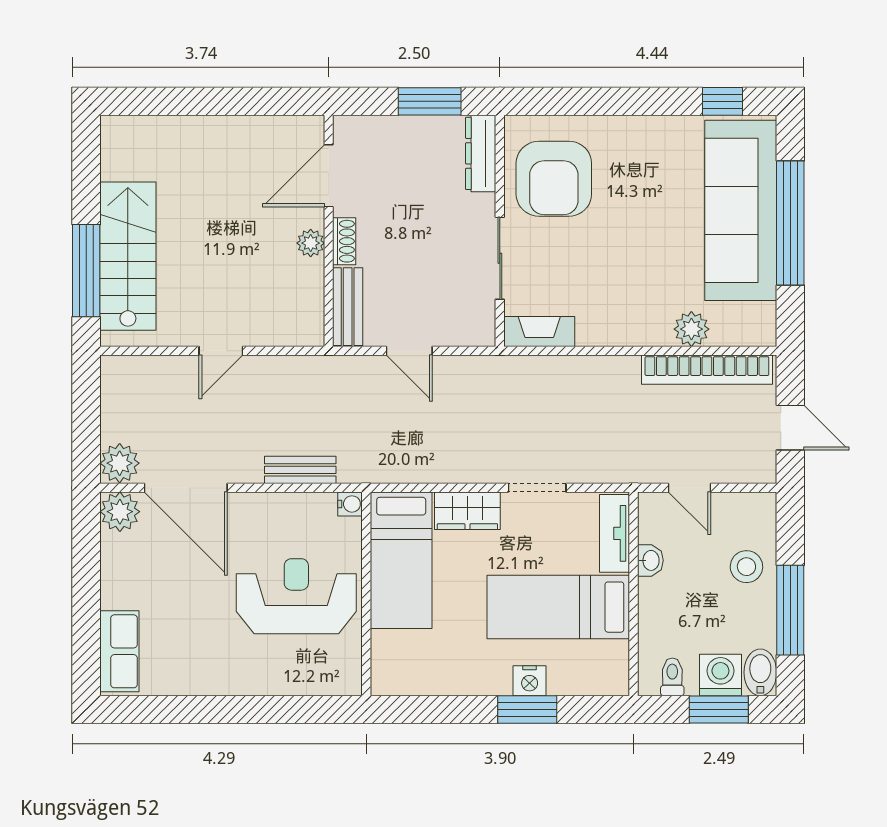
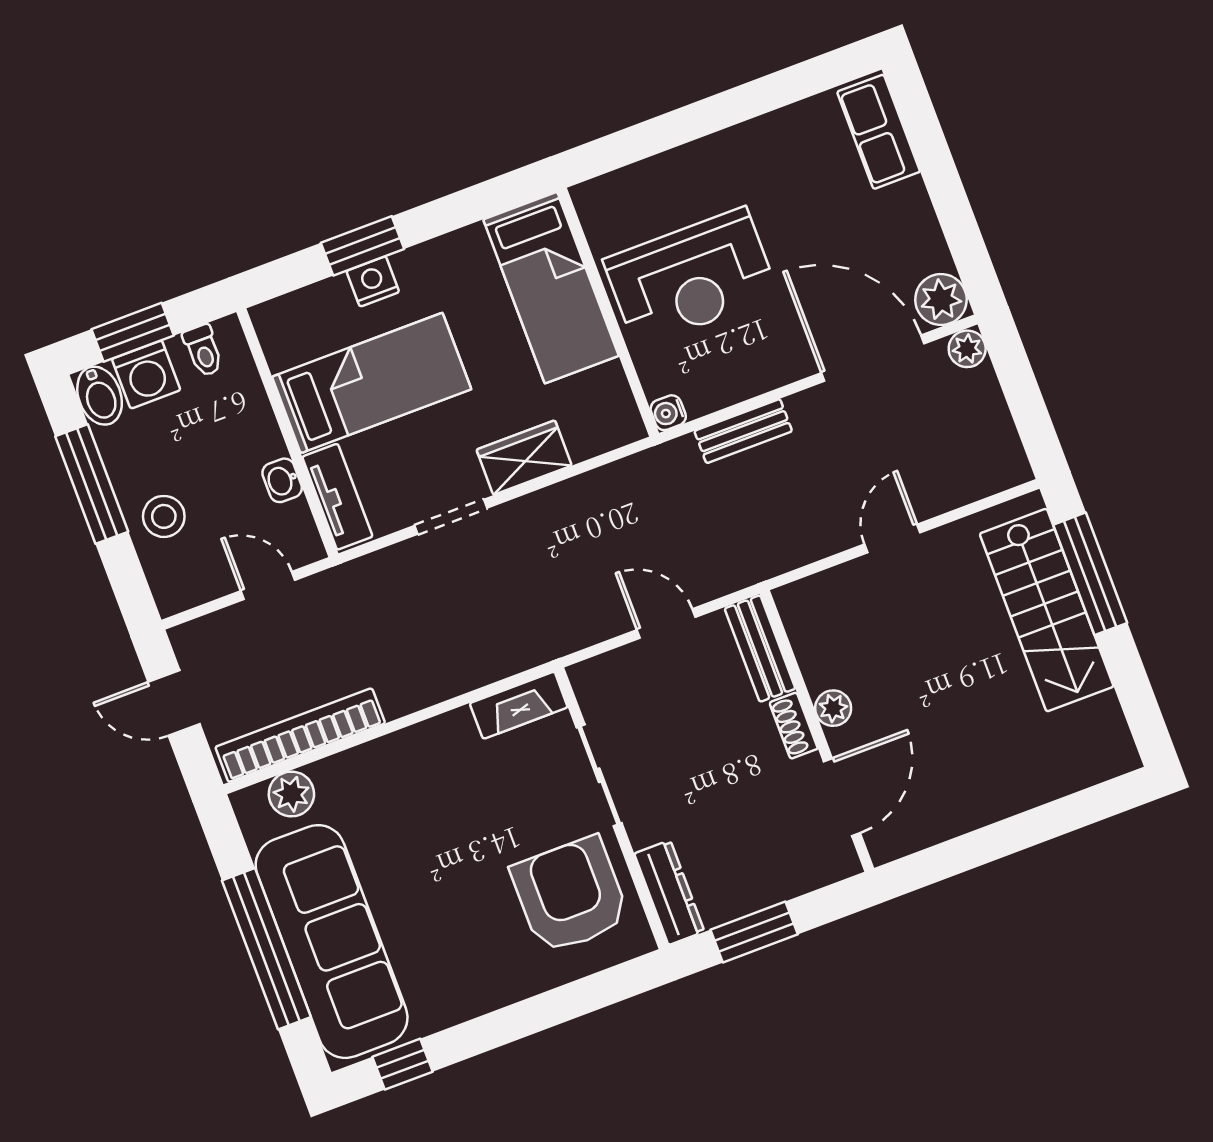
plant: (691, 329) -> (291, 794), moved
plant: (120, 463) -> (967, 349), width x0.73, depth x0.73
bed: (401, 560) -> (551, 288), moved, turned 180

